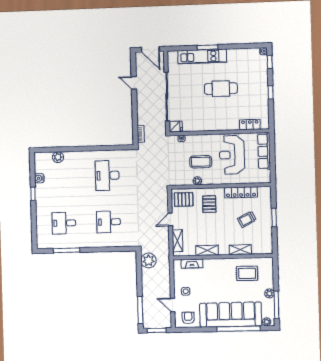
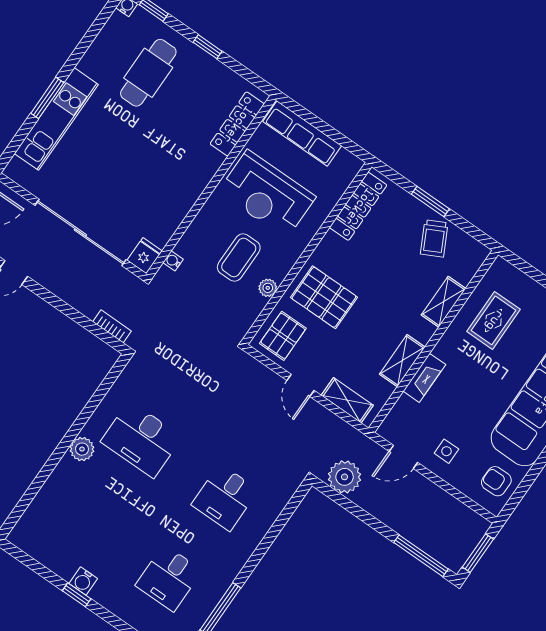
cafe table: (221, 89) -> (148, 73), moved
locker: (250, 125) -> (237, 124), width x1.53
plant: (58, 157) -> (82, 449), moved
water cooler: (39, 178) -> (83, 581), moved
locker: (241, 192) -> (358, 206), moved
pallet: (209, 204) -> (324, 297), width x1.50, depth x1.42
trolley: (247, 219) -> (434, 238), moved
fireplace: (192, 264) -> (424, 378), moved
door: (173, 305) -> (403, 457), moved

